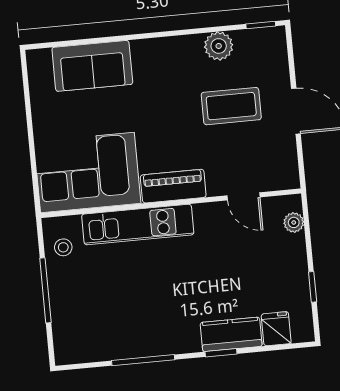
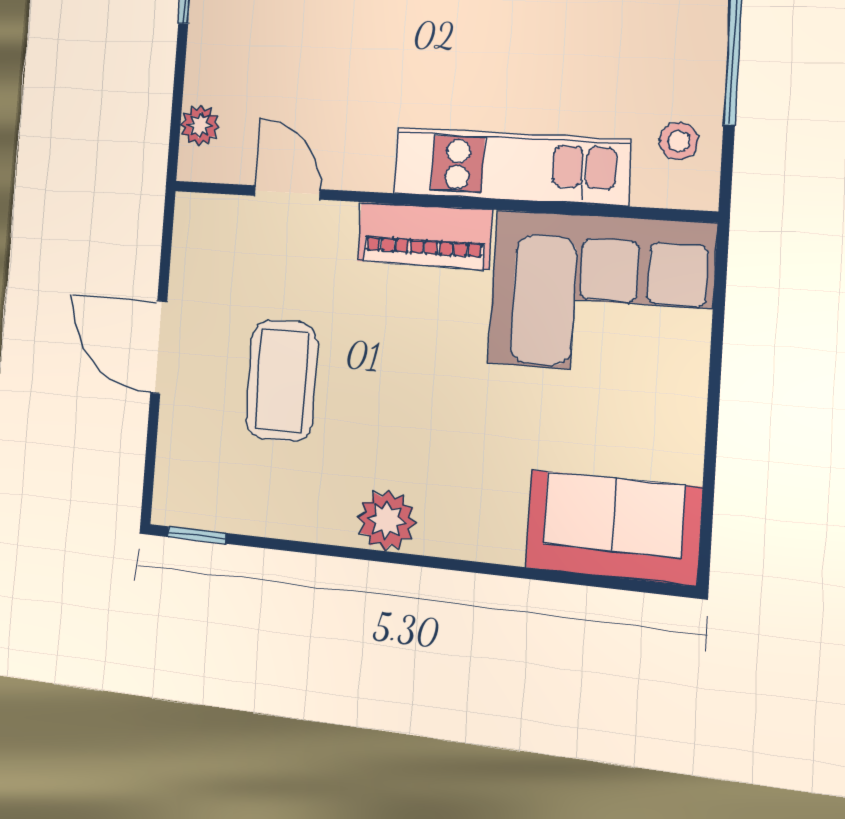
plant: (219, 46) -> (387, 520), moved
sofa: (92, 66) -> (613, 528), moved
coffee table: (231, 106) -> (282, 381), turned 90

